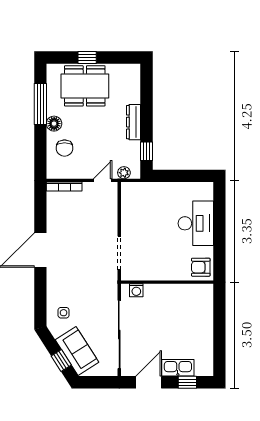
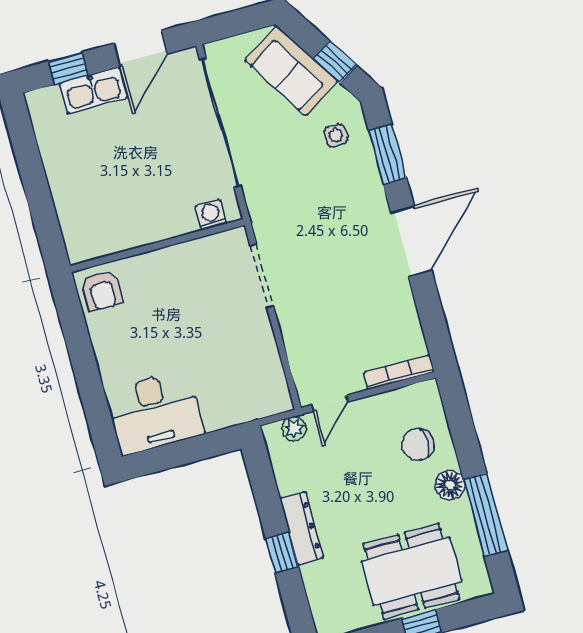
chair: (65, 148) -> (418, 444), turned -90
window: (147, 151) -> (282, 553), moved
desk: (196, 223) -> (155, 412), moved, turned -90
armchair: (201, 267) -> (102, 291), turned 90
window: (40, 296) -> (387, 154), added
window: (61, 361) -> (335, 62), moved

